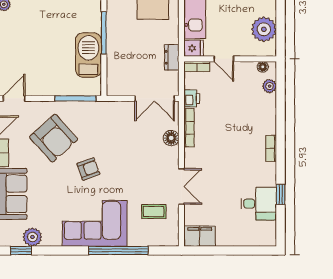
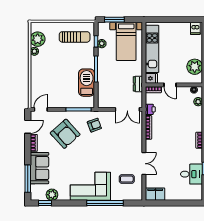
floor lamp: (171, 138) -> (138, 134), removed
armchair: (88, 169) -> (94, 125), moved

